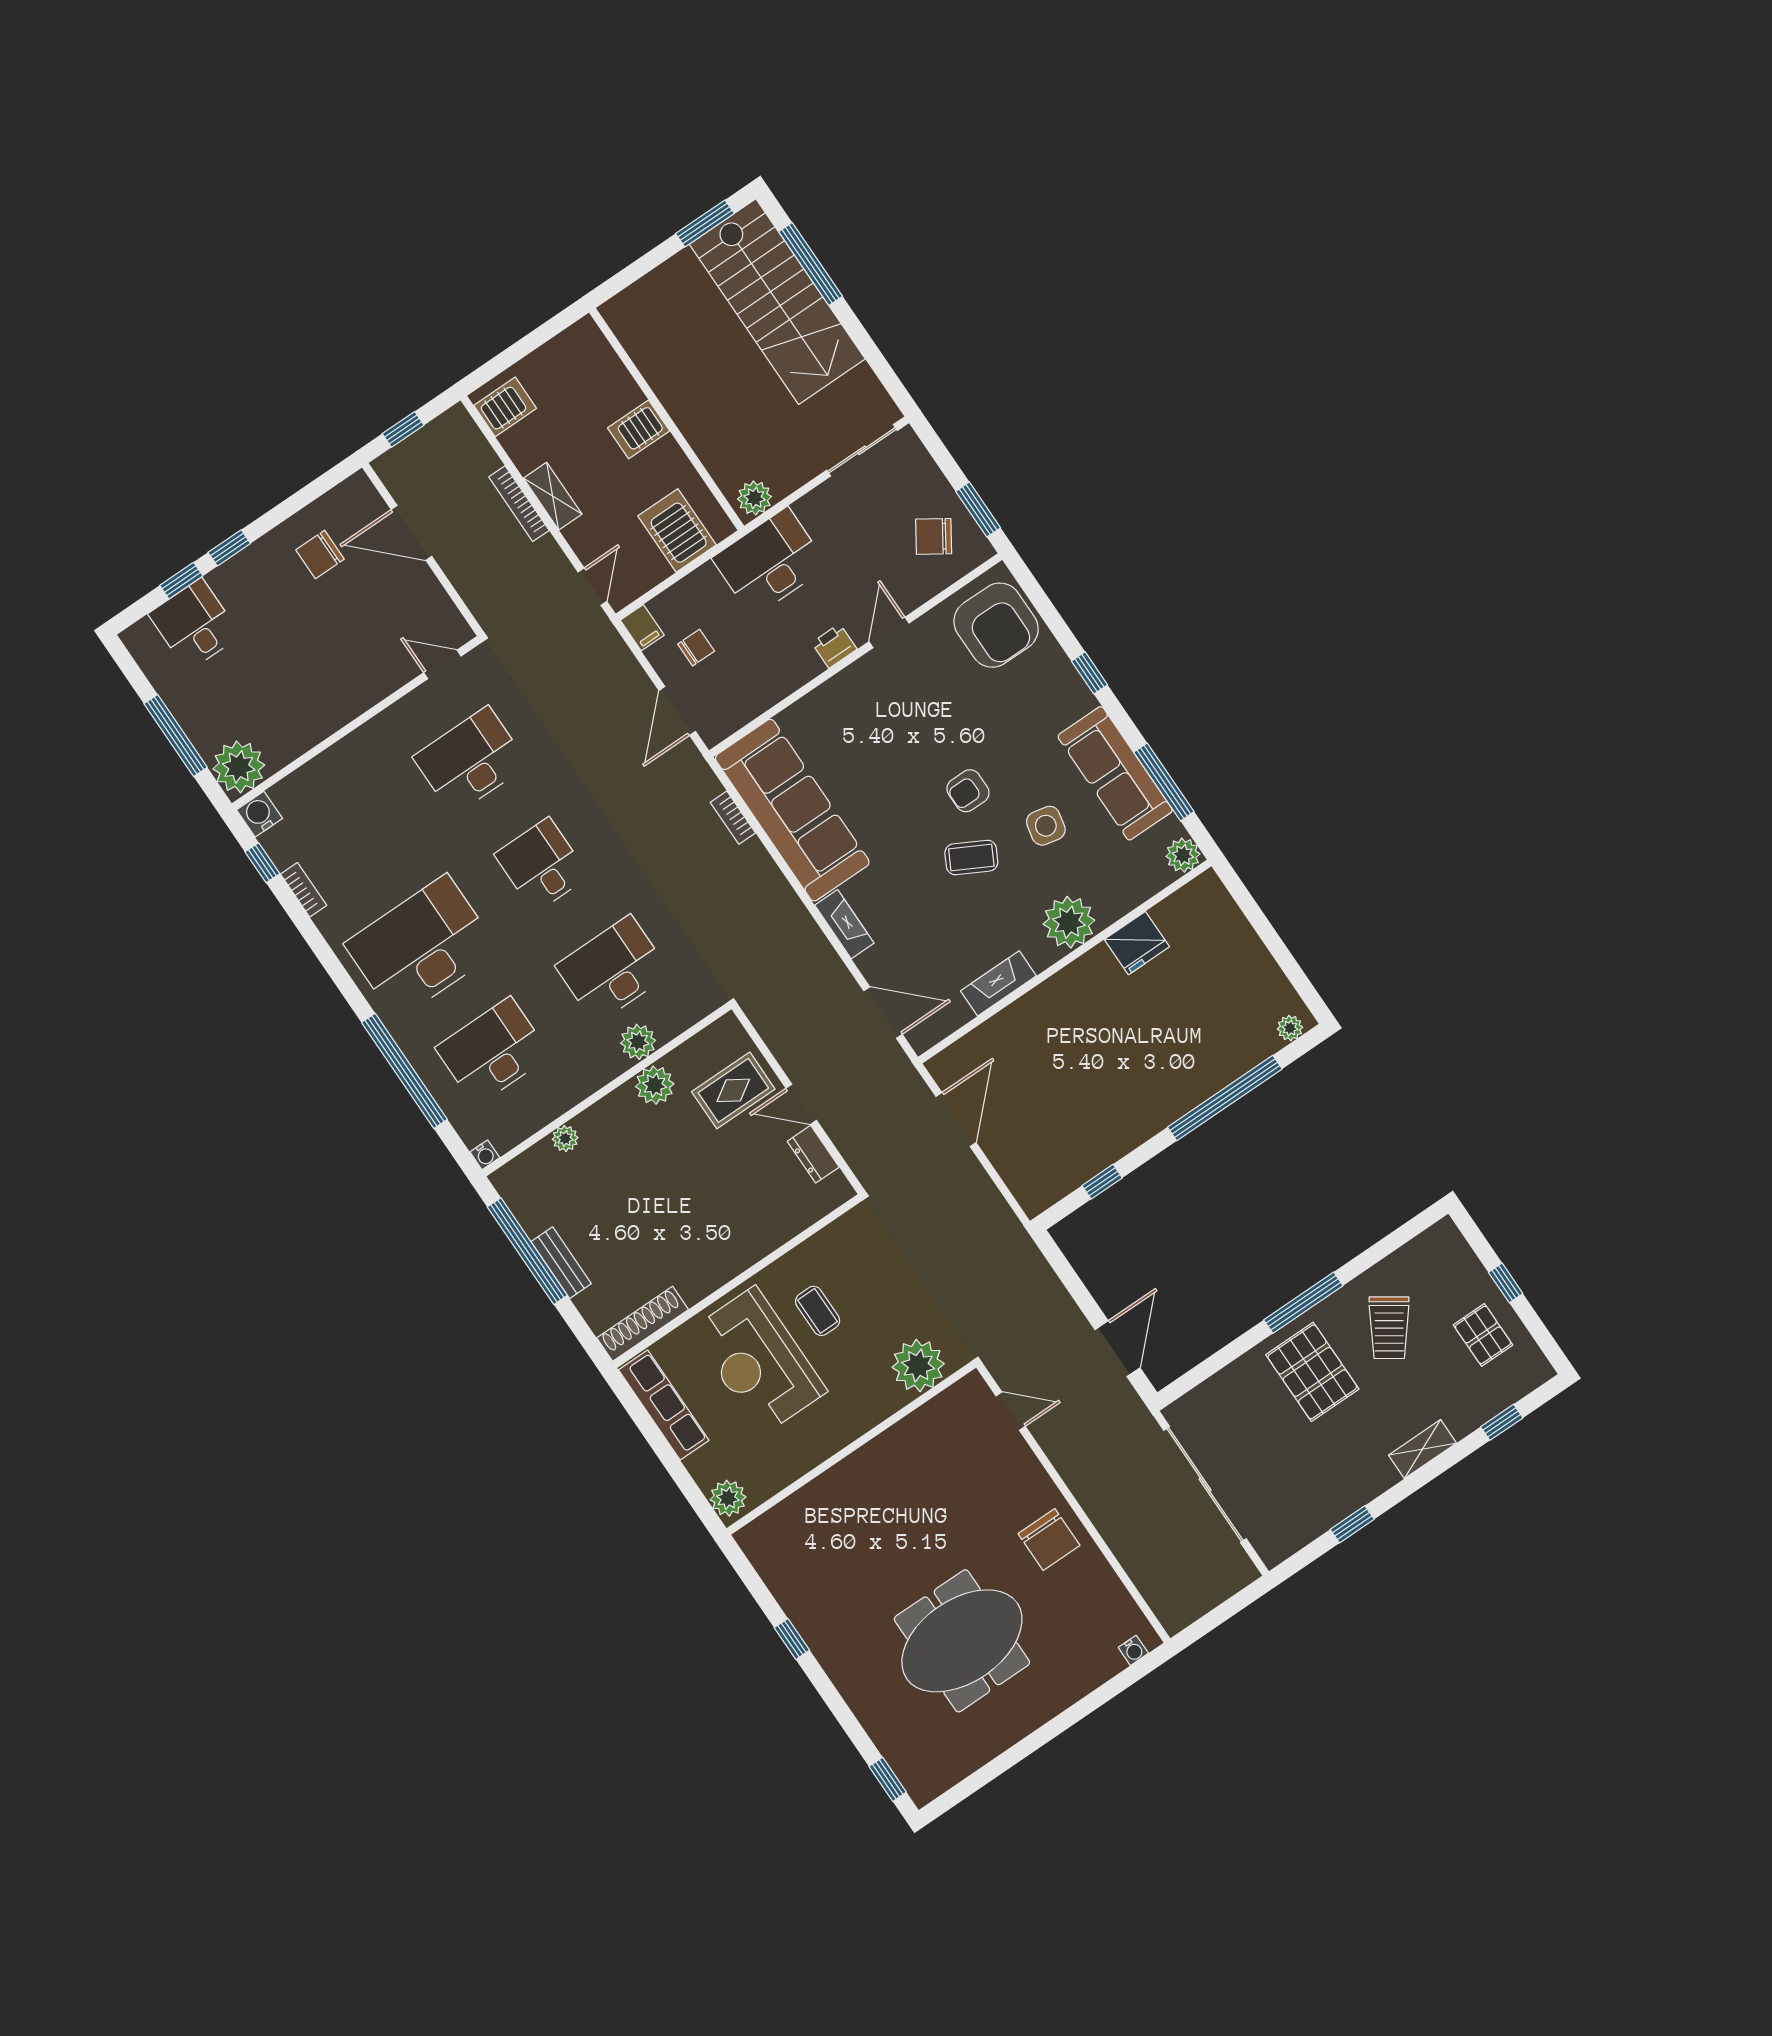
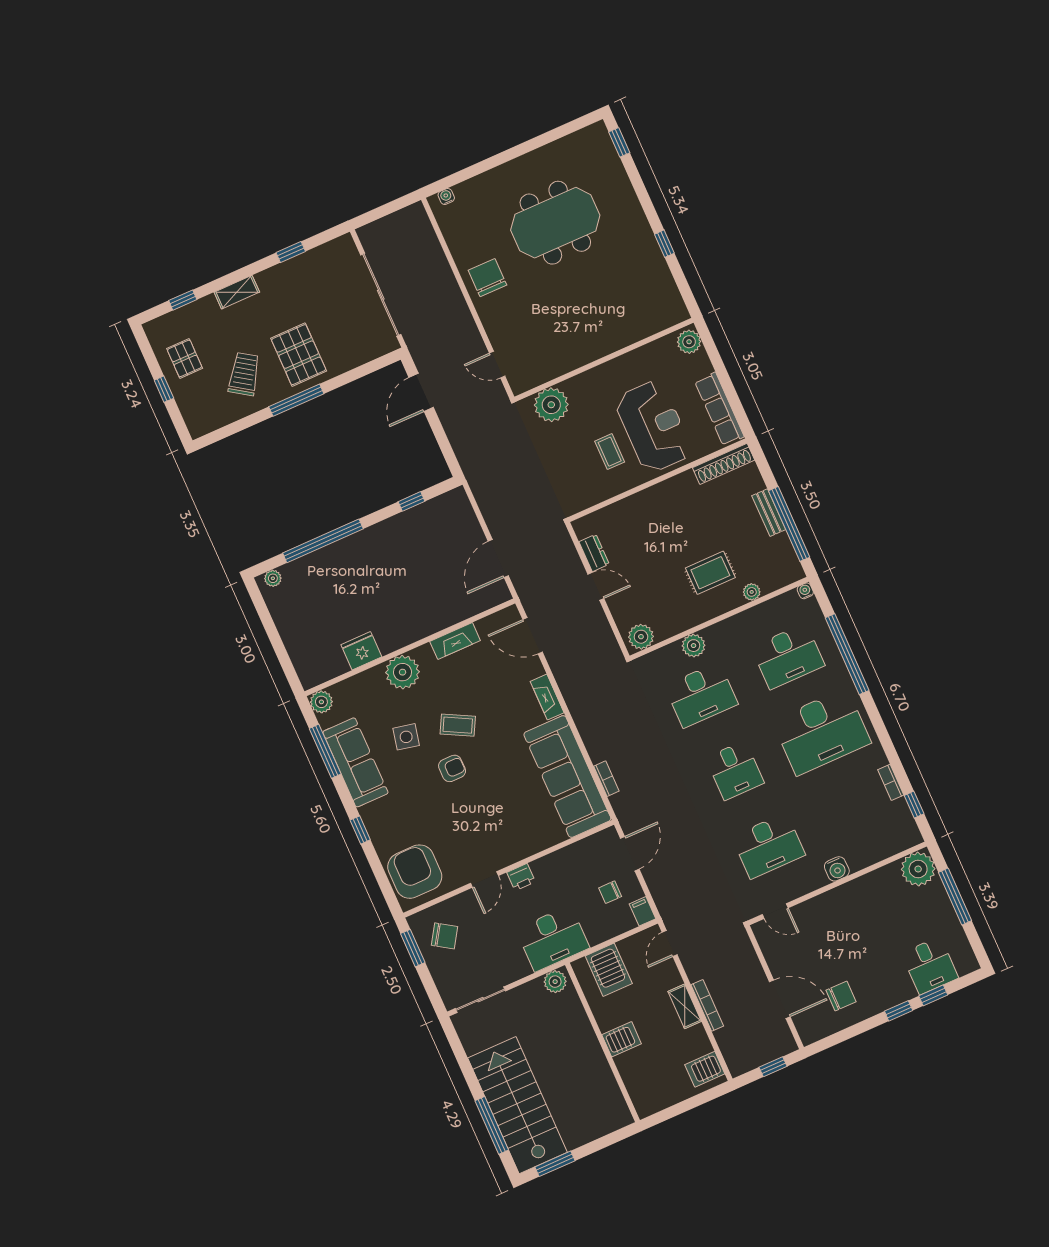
water cooler: (259, 814) -> (837, 869), moved
plant: (655, 1085) -> (641, 637), moved
rug: (733, 1090) -> (710, 573), moved

